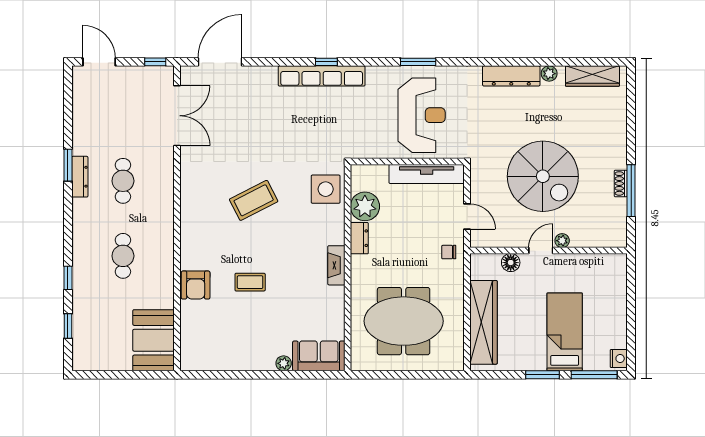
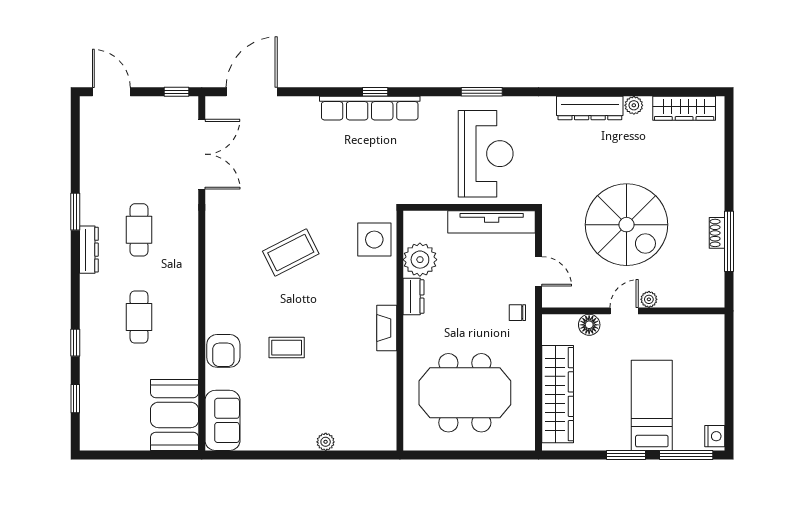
dresser: (80, 177) -> (89, 250), moved
sofa: (319, 356) -> (223, 420), moved, turned 90

